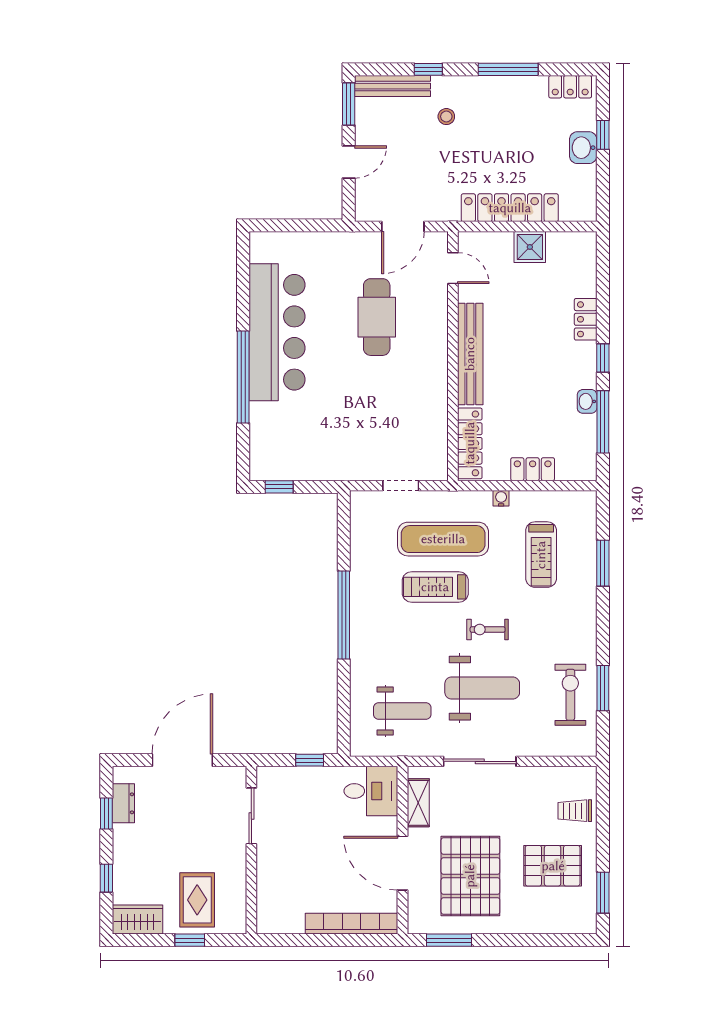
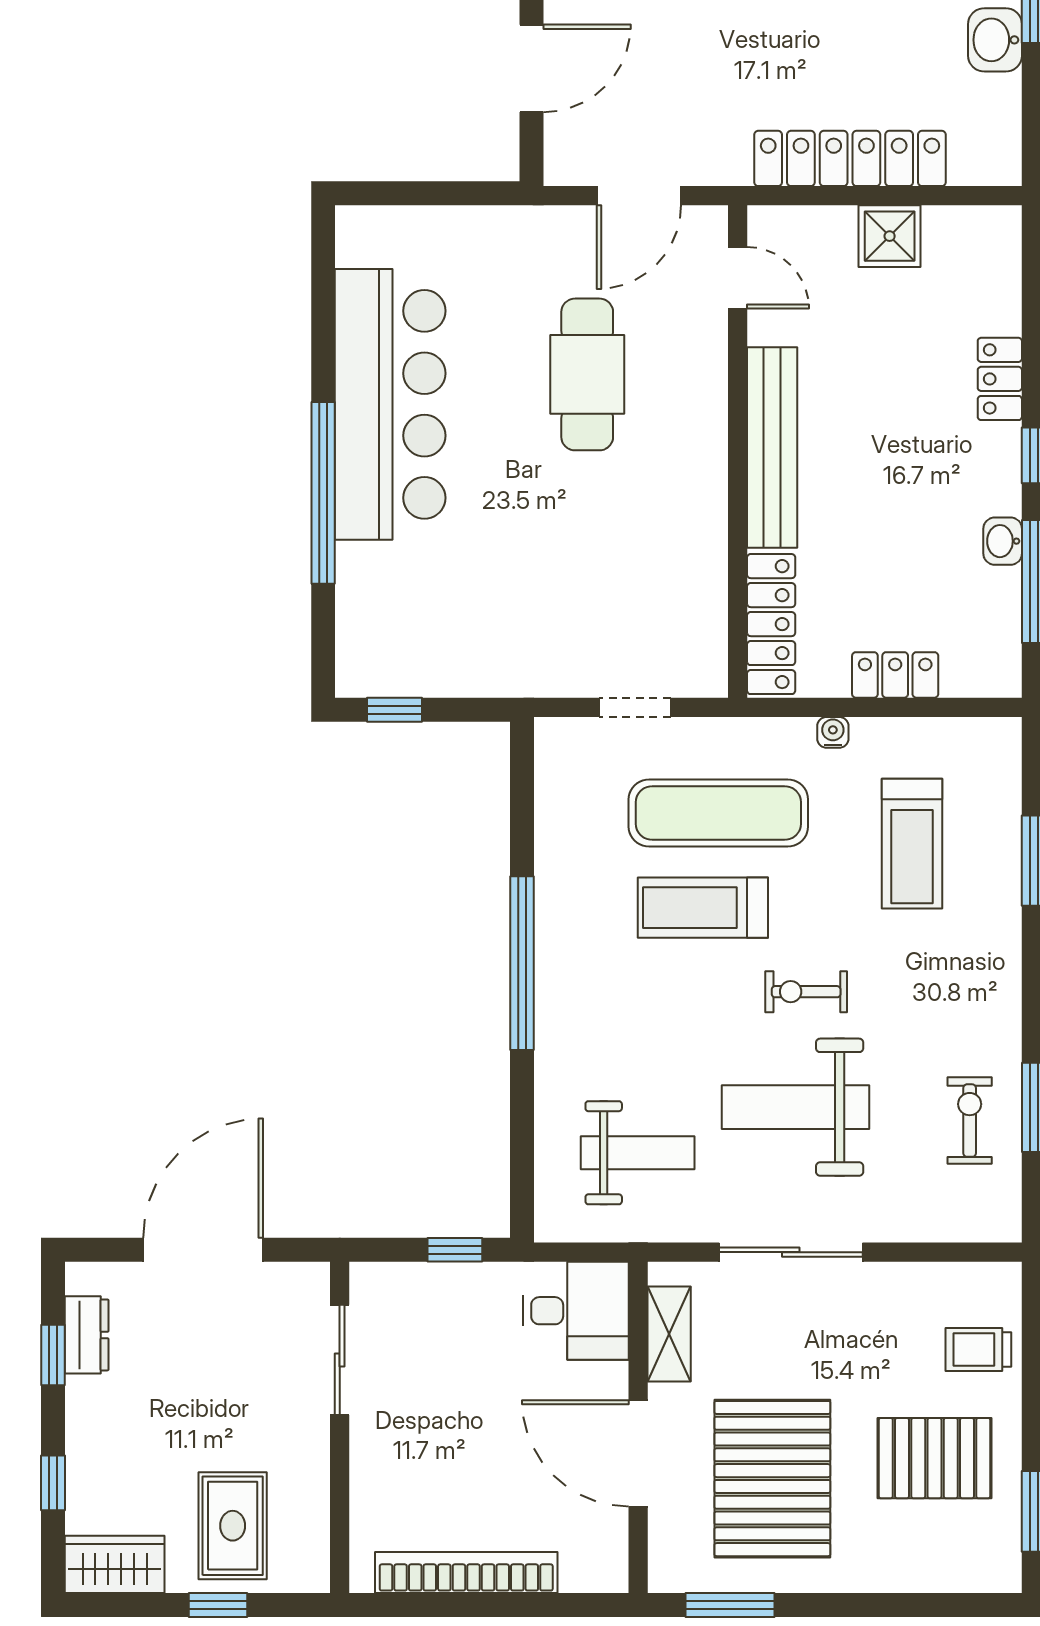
door: (349, 162) -> (532, 68), width x1.38
weight bench: (482, 688) -> (796, 1107), turned 180
exercise bike: (570, 695) -> (970, 1121), width x0.73, depth x0.72
bookcase: (352, 924) -> (466, 1573), moved

